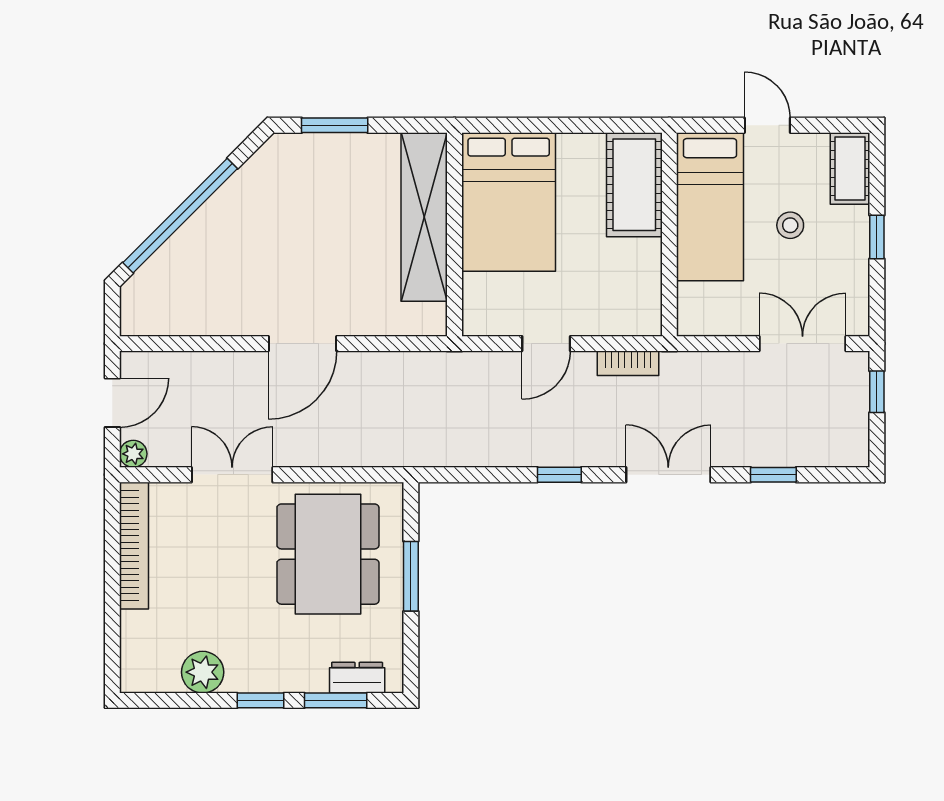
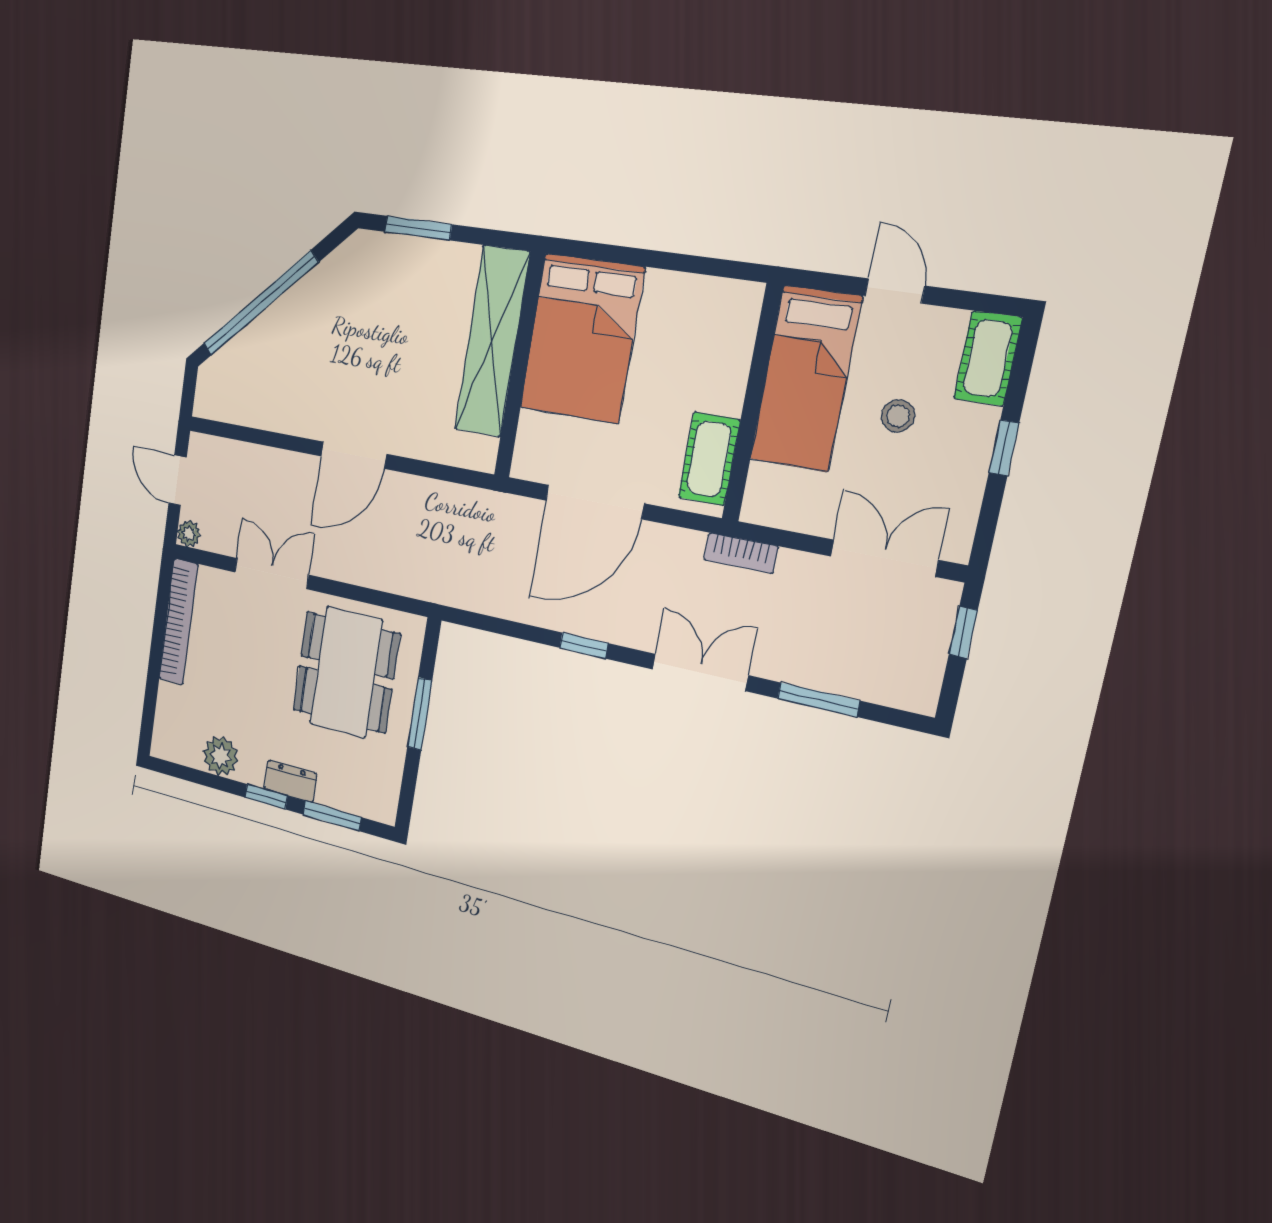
cot: (634, 185) -> (709, 459), moved, width x0.73, depth x0.75
door: (546, 344) -> (594, 502), width x1.87
bookcase: (628, 363) -> (741, 553), moved
door: (112, 403) -> (178, 480), swing flipped
window: (773, 475) -> (818, 700), width x1.50
dresser: (357, 678) -> (290, 781), moved

